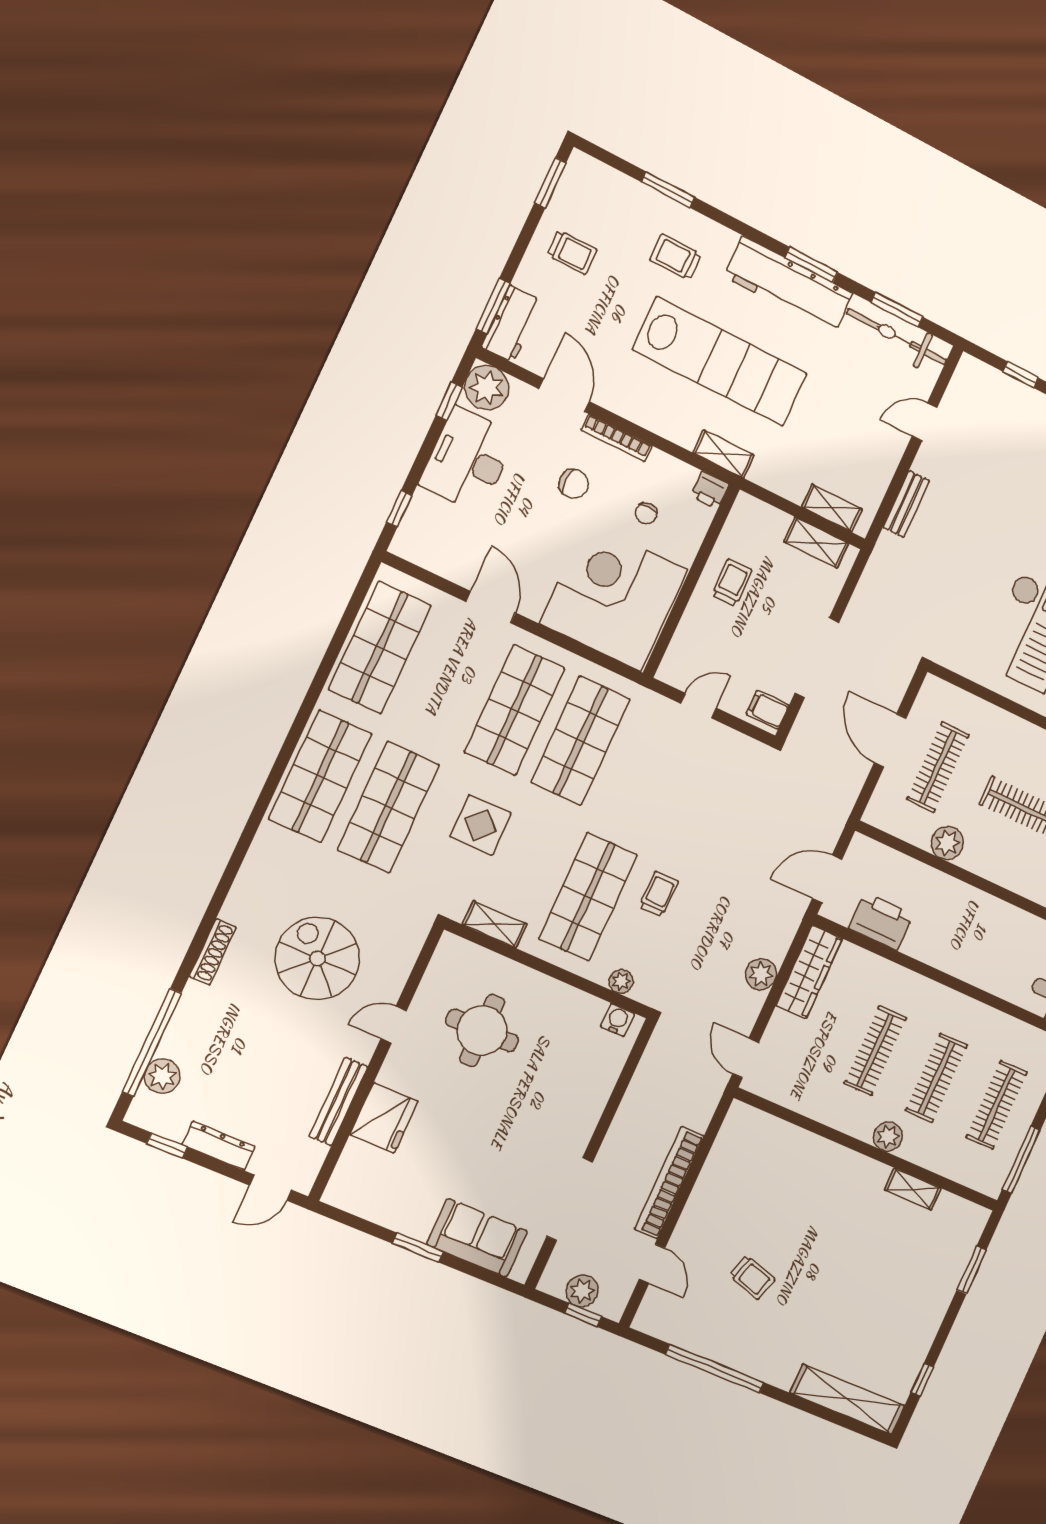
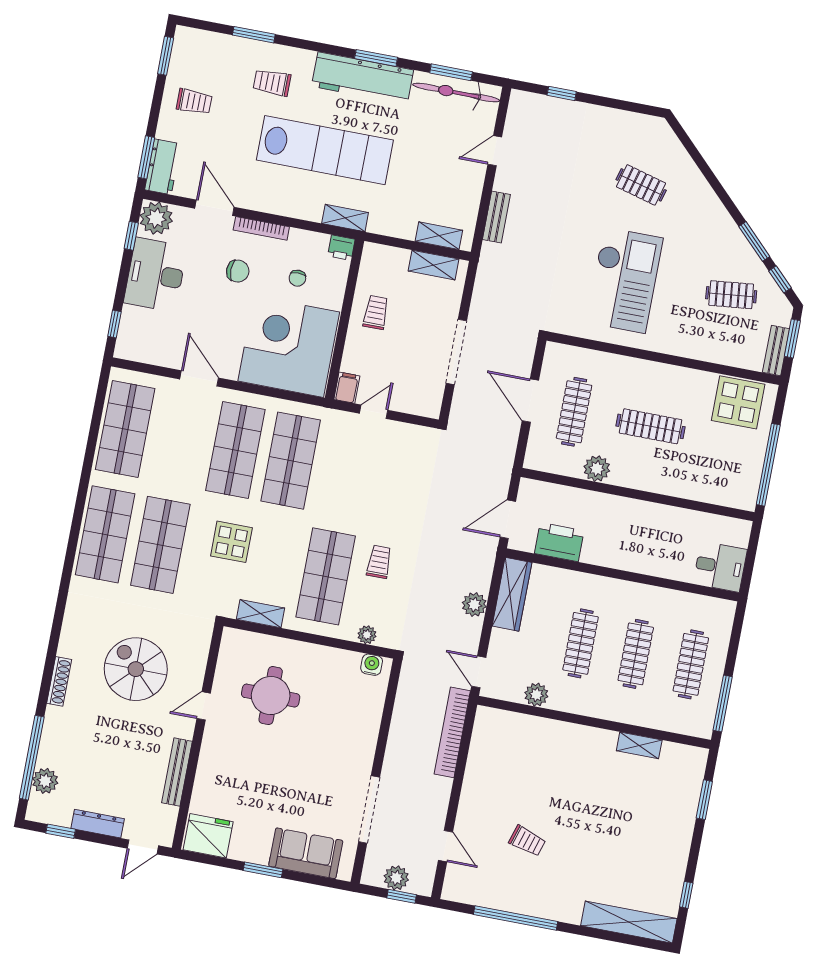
filing cabinet: (768, 710) -> (347, 388), moved, turned 90
fridge: (384, 1118) -> (208, 836), moved, turned -90
plant: (888, 1137) -> (536, 695), moved
bookcase: (669, 1183) -> (452, 732), moved

